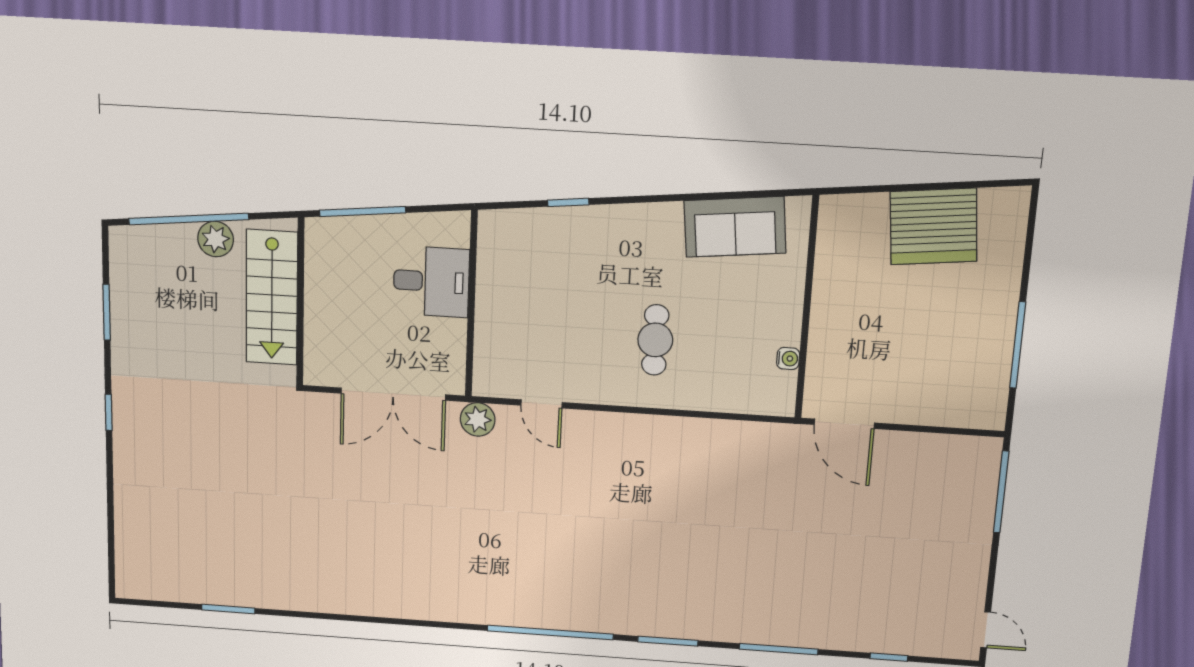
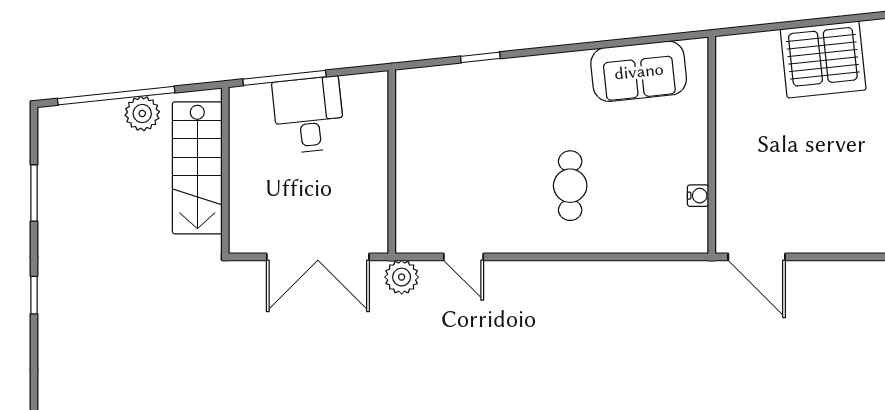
desk: (431, 282) -> (309, 115), moved, turned -96

